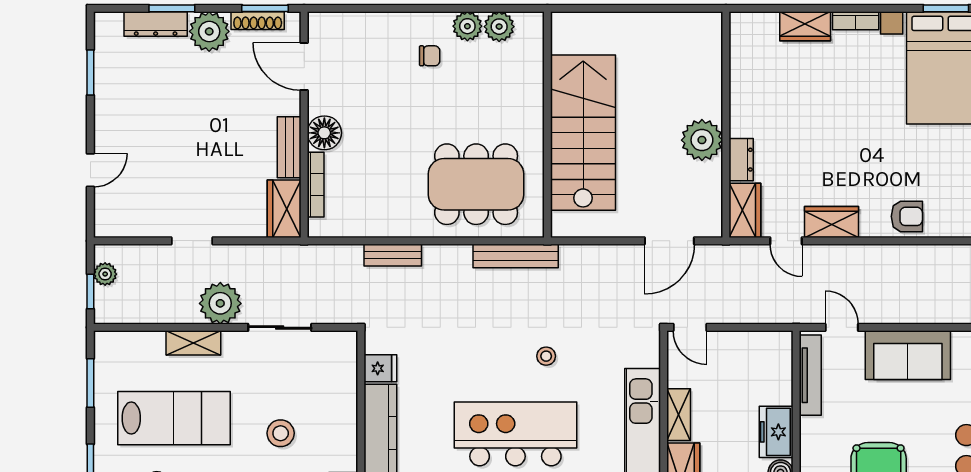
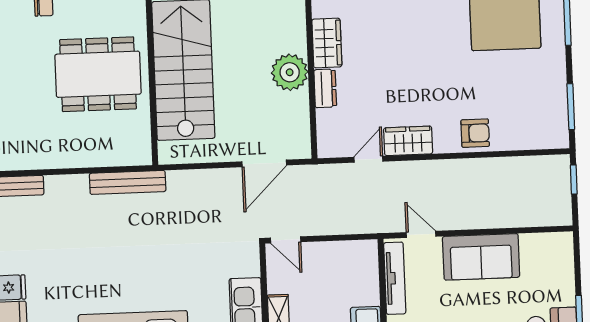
dining table: (476, 184) -> (98, 74), moved
wardrobe: (745, 210) -> (327, 43), moved
door: (786, 241) -> (368, 159), swing flipped
stool: (546, 356) -> (158, 271), removed

